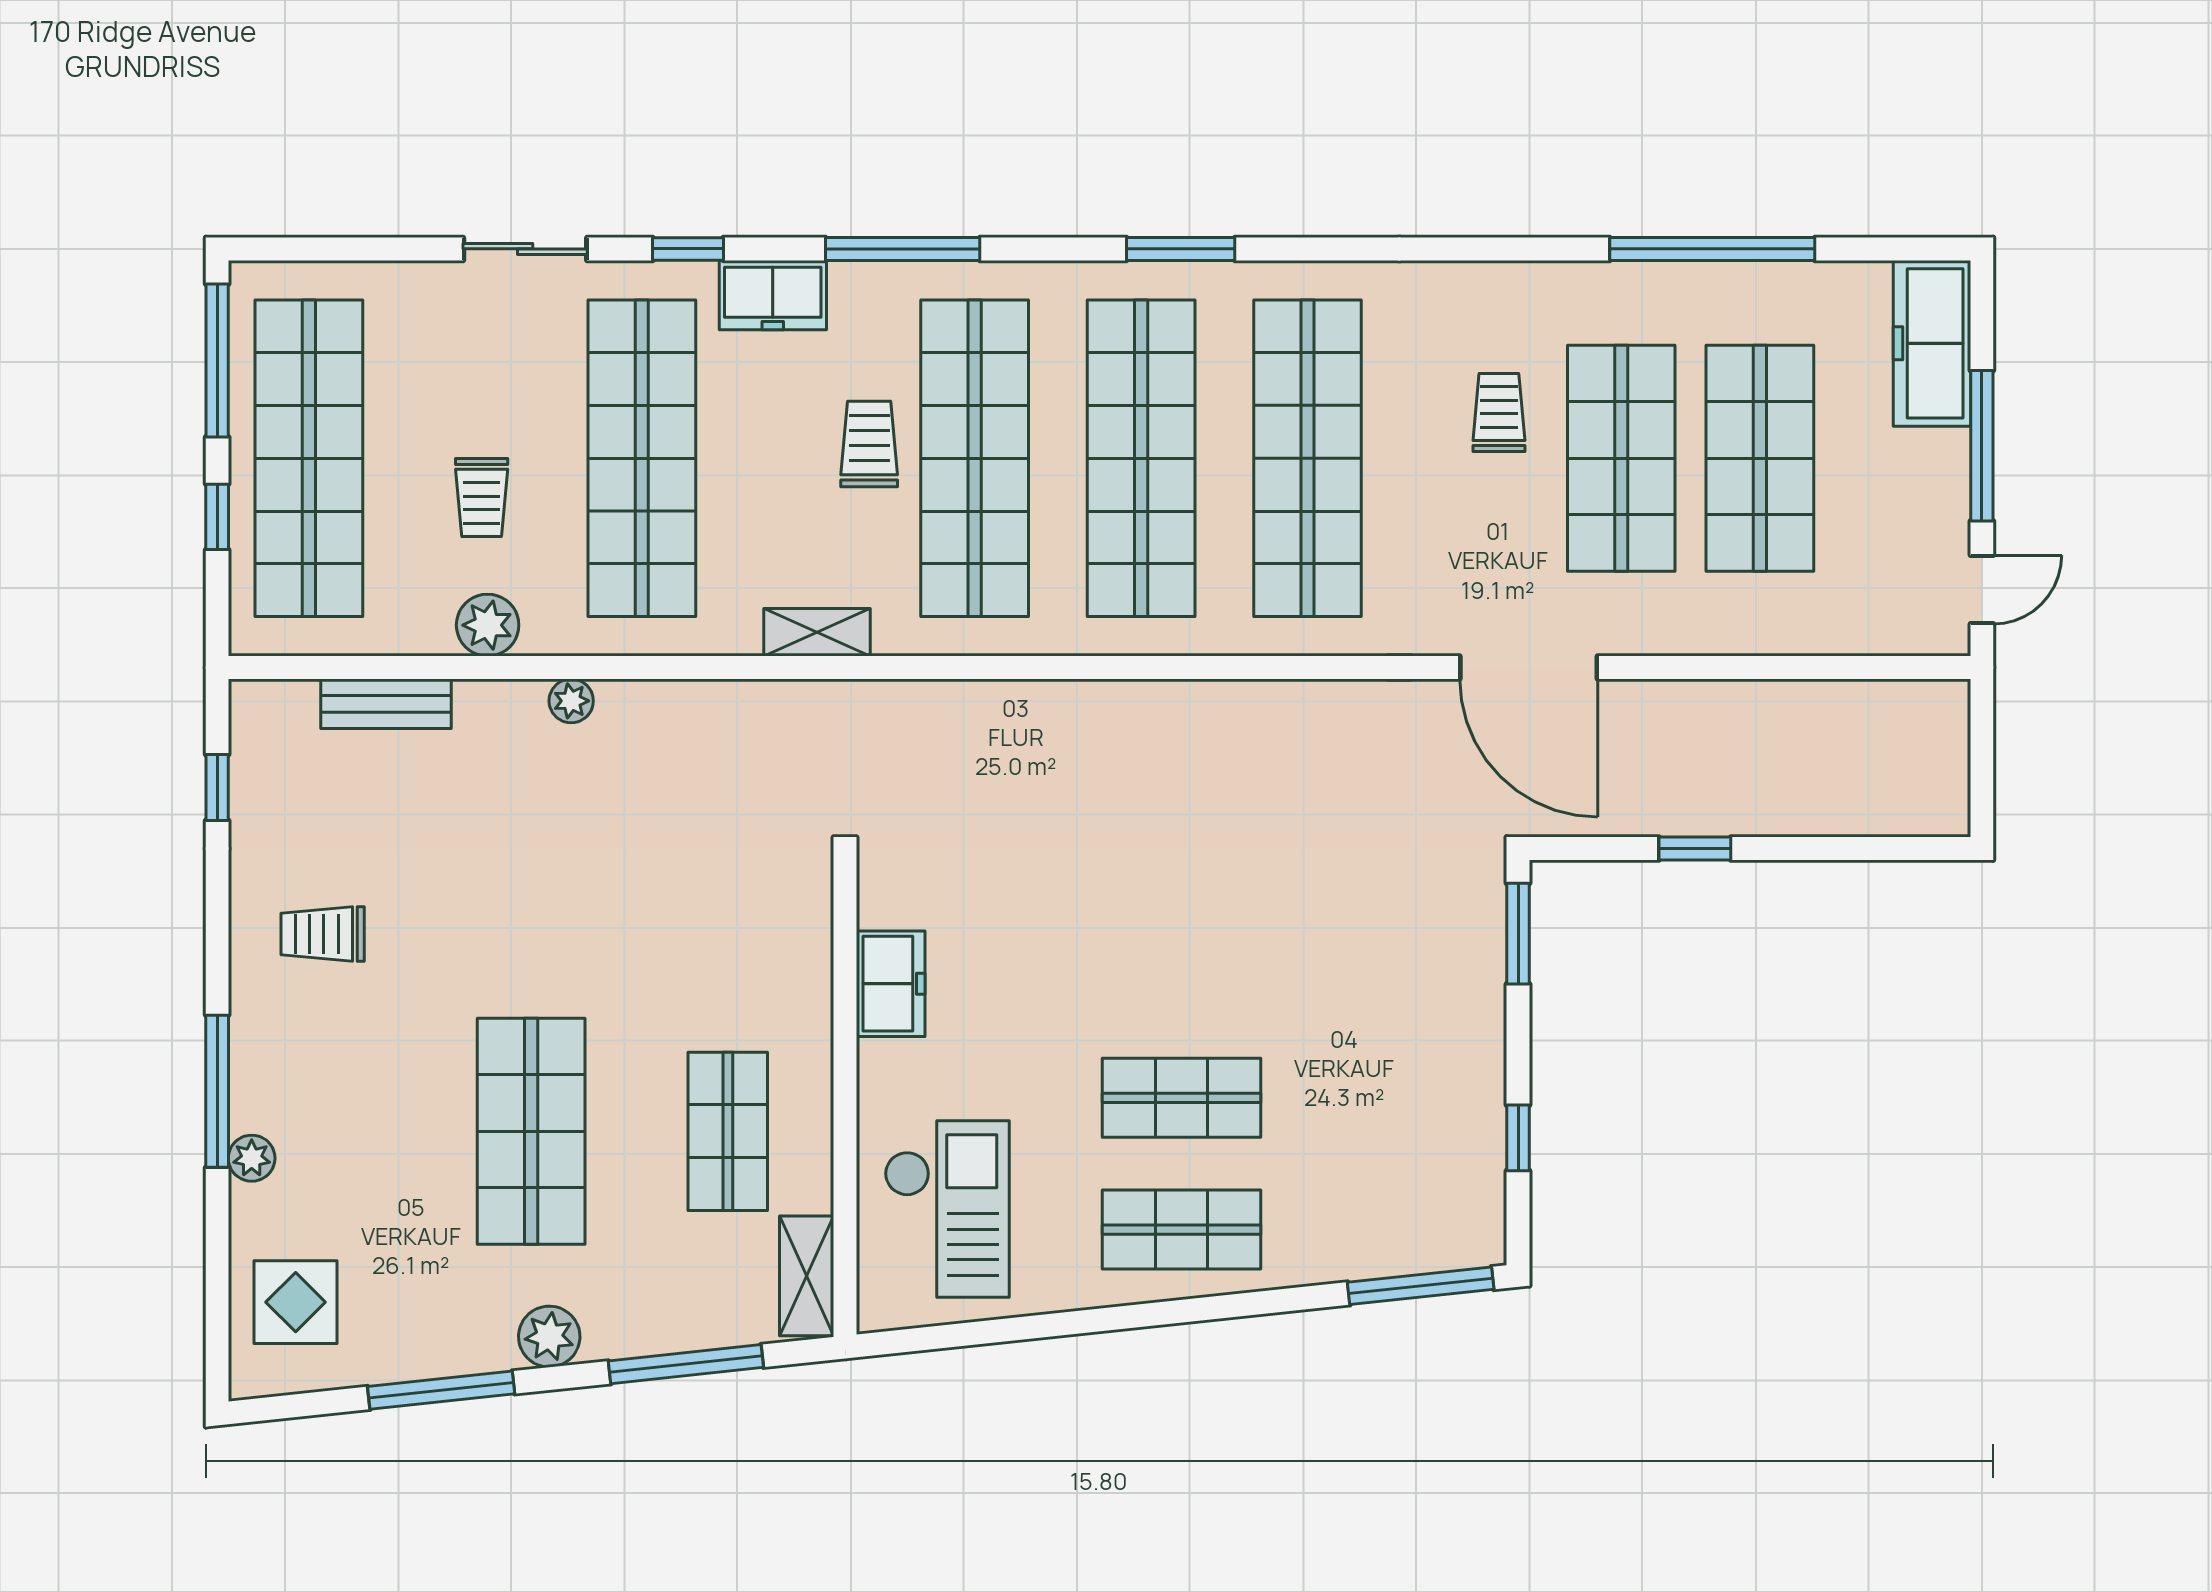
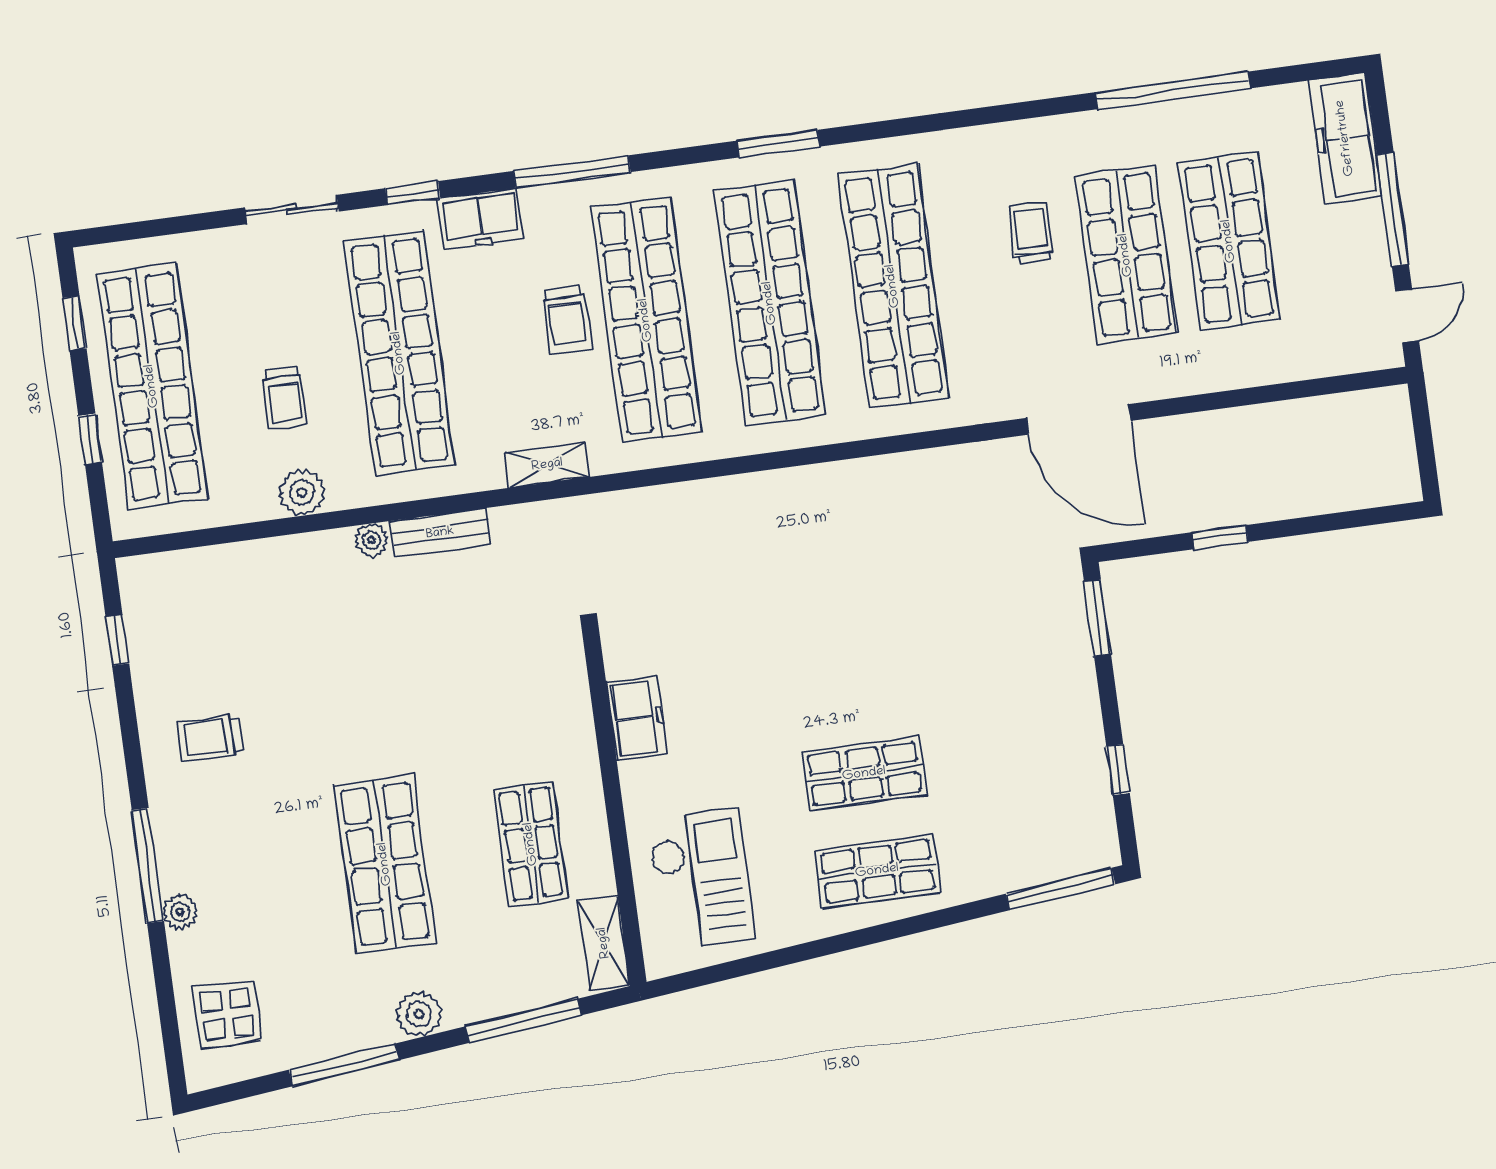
window: (217, 360) -> (74, 323), width x0.46
trolley: (869, 444) -> (567, 320), turned 180
bench: (386, 704) -> (440, 533), moved

